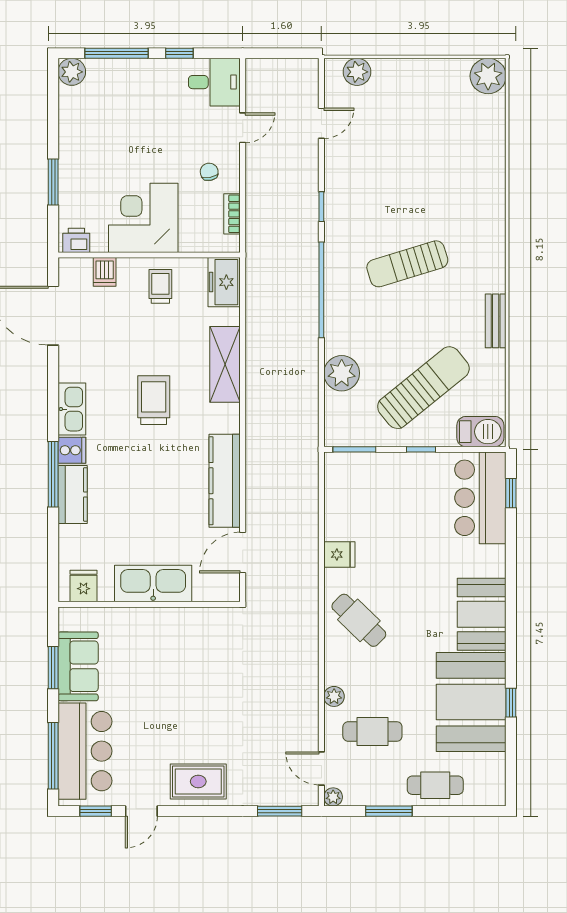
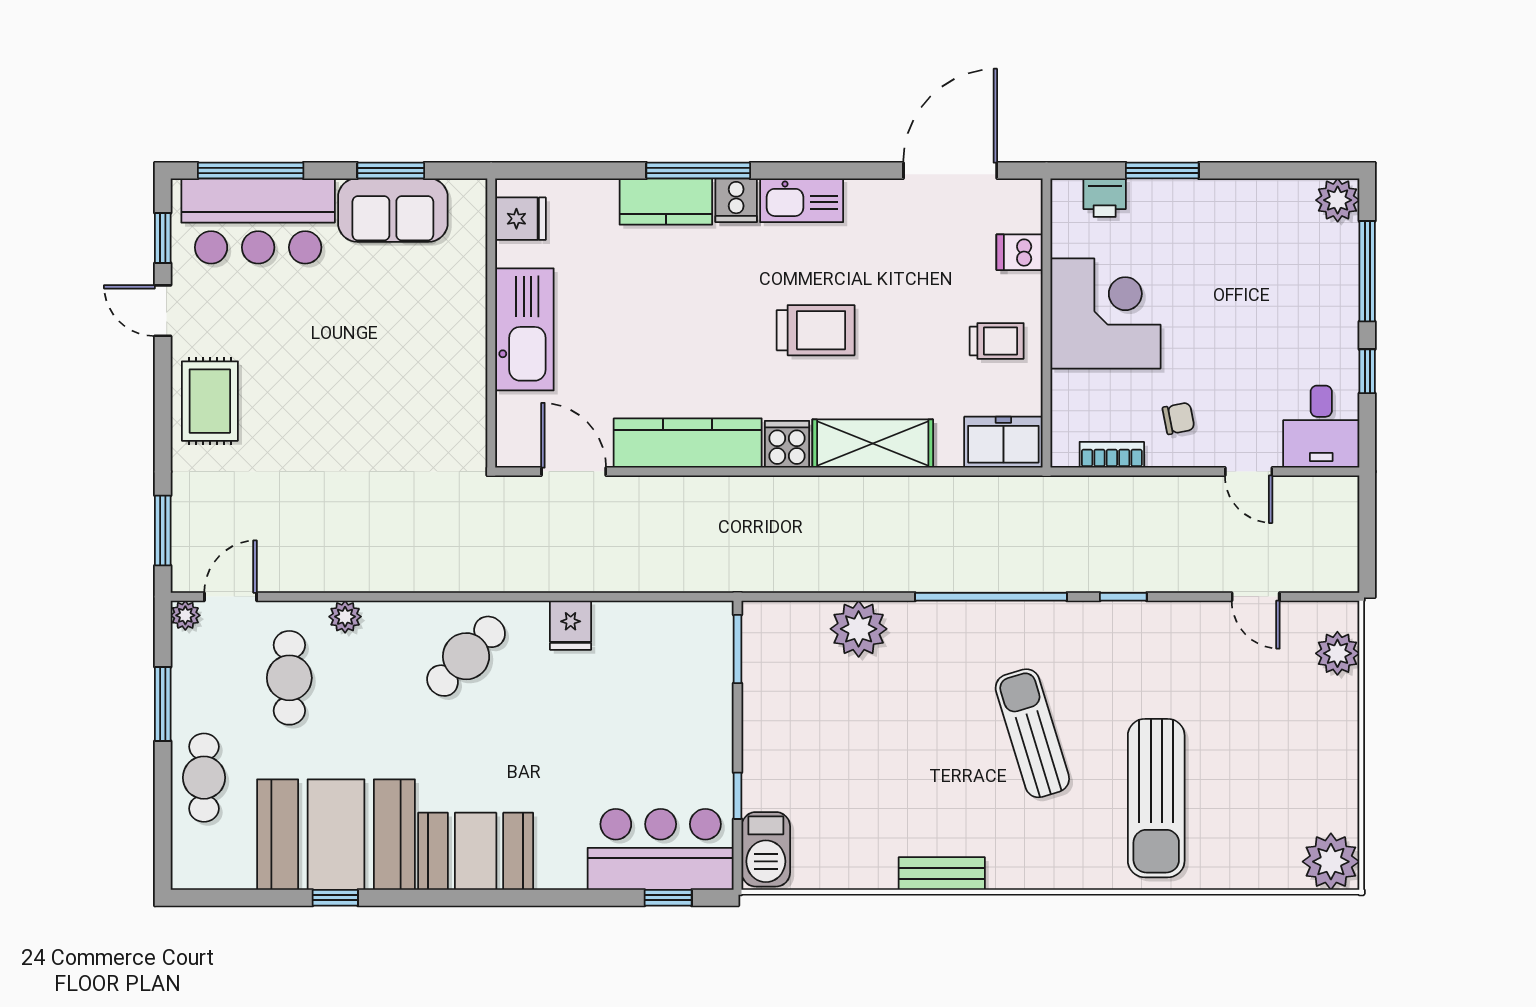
printer: (76, 240) -> (1105, 198), moved, turned 90
sun lounger: (423, 388) -> (1156, 798), moved, turned 39
cooker: (225, 418) -> (787, 444), added
window: (421, 449) -> (738, 796), moved

